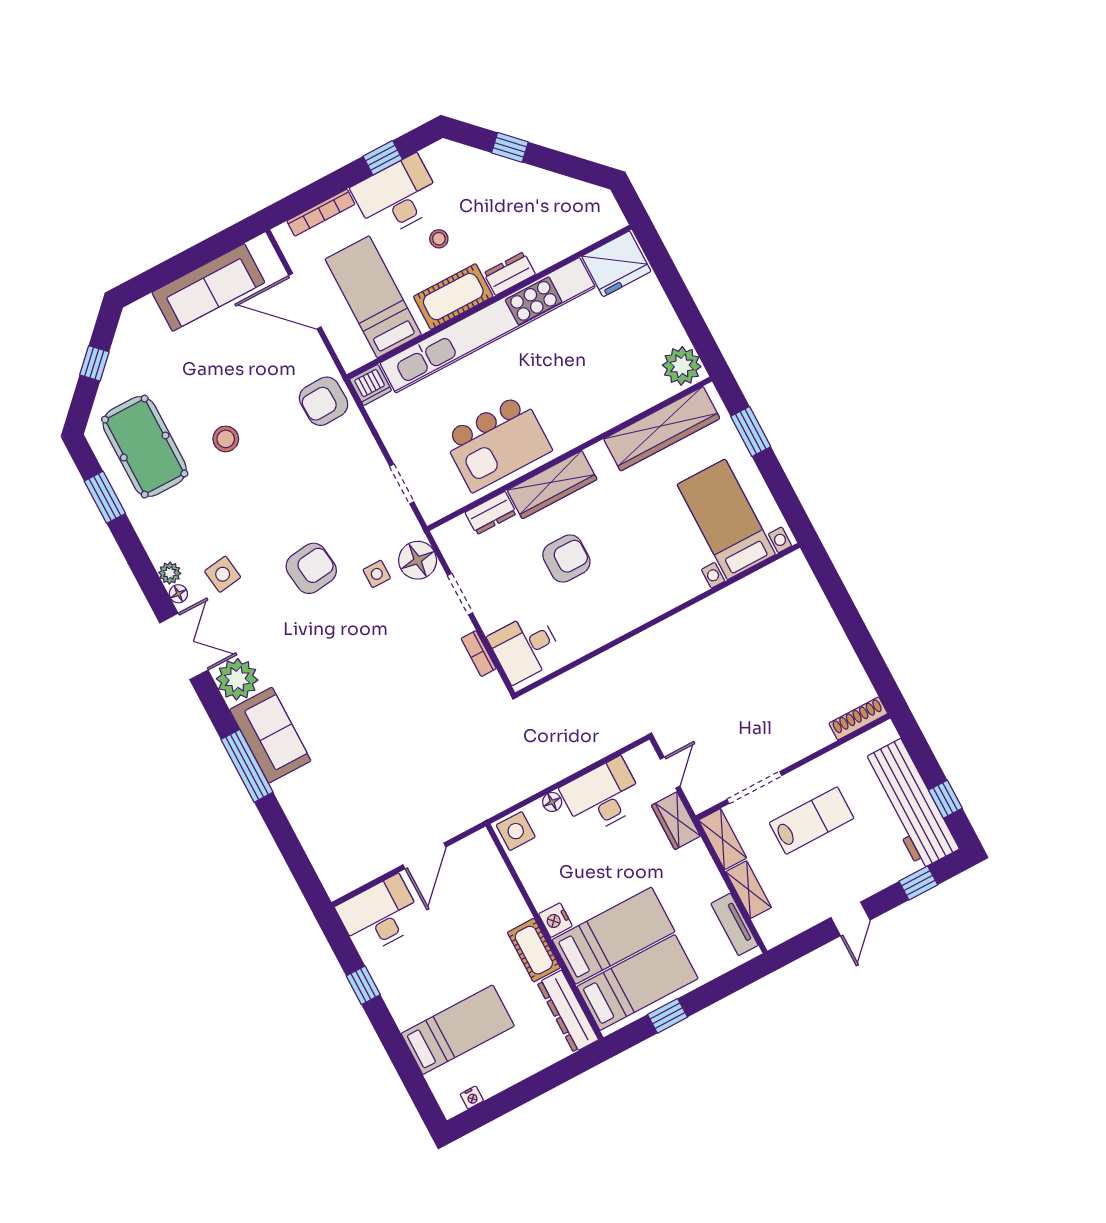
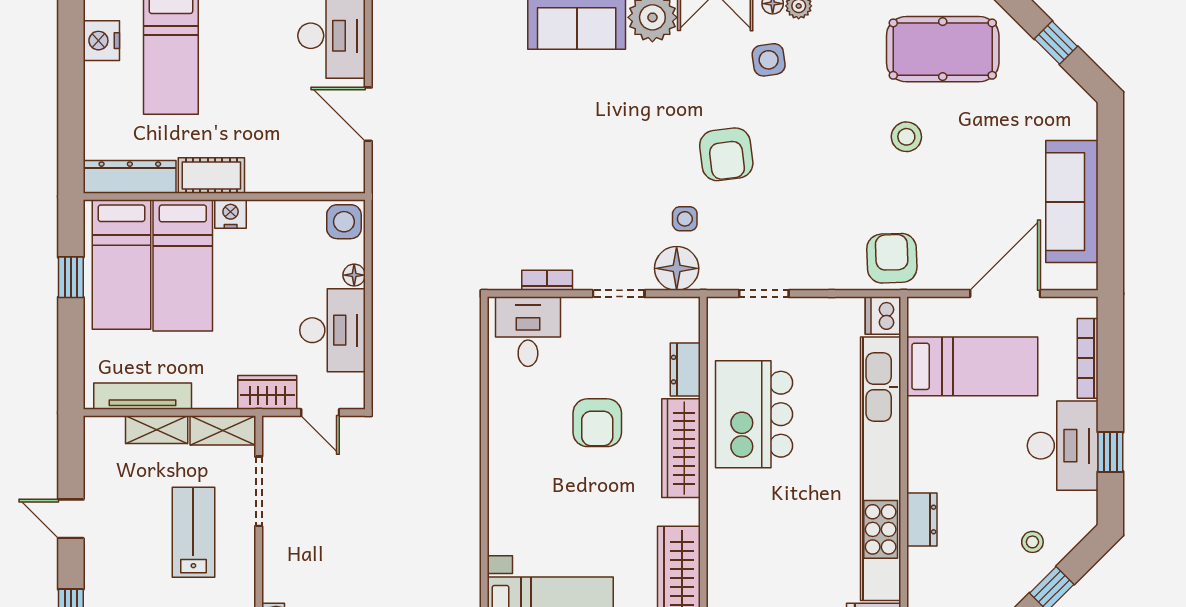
stool: (439, 239) -> (1032, 542), moved
cot: (453, 297) -> (929, 449), removed
lab bench: (812, 821) -> (193, 532), turned 180
tv unit: (735, 924) -> (143, 396), width x1.41
nightstand: (472, 1097) -> (101, 41), width x1.89, depth x1.79

